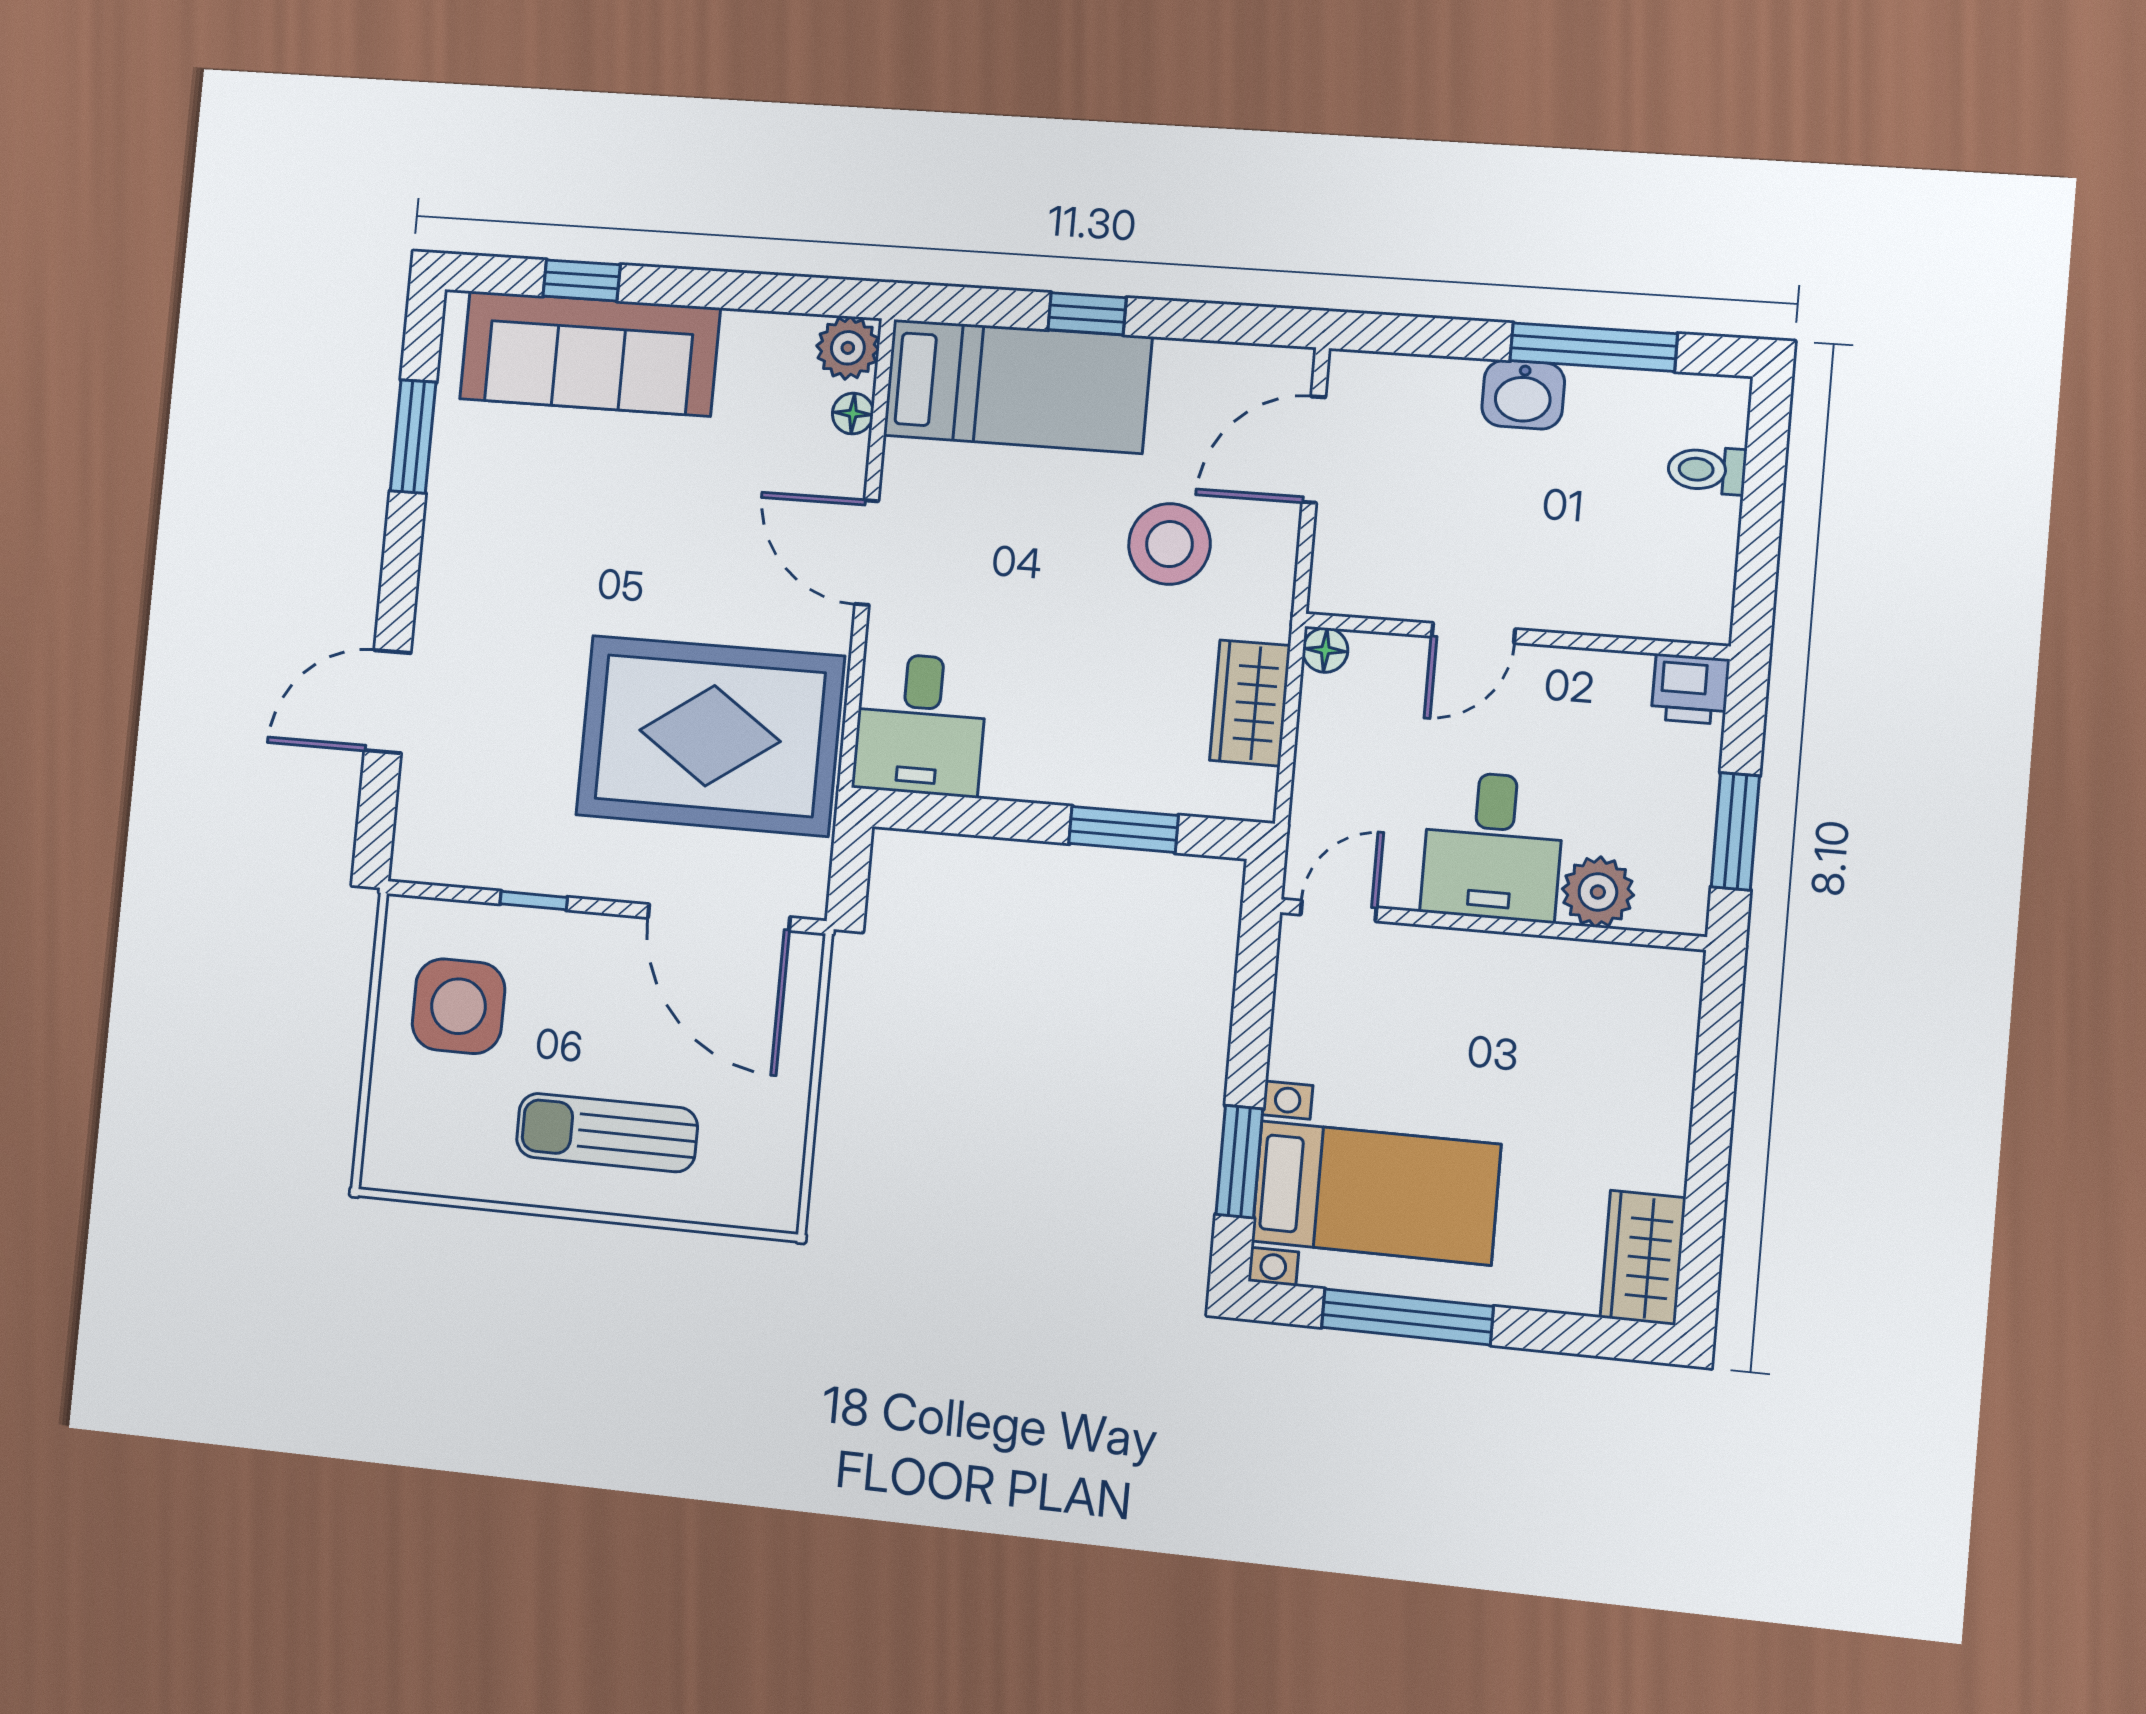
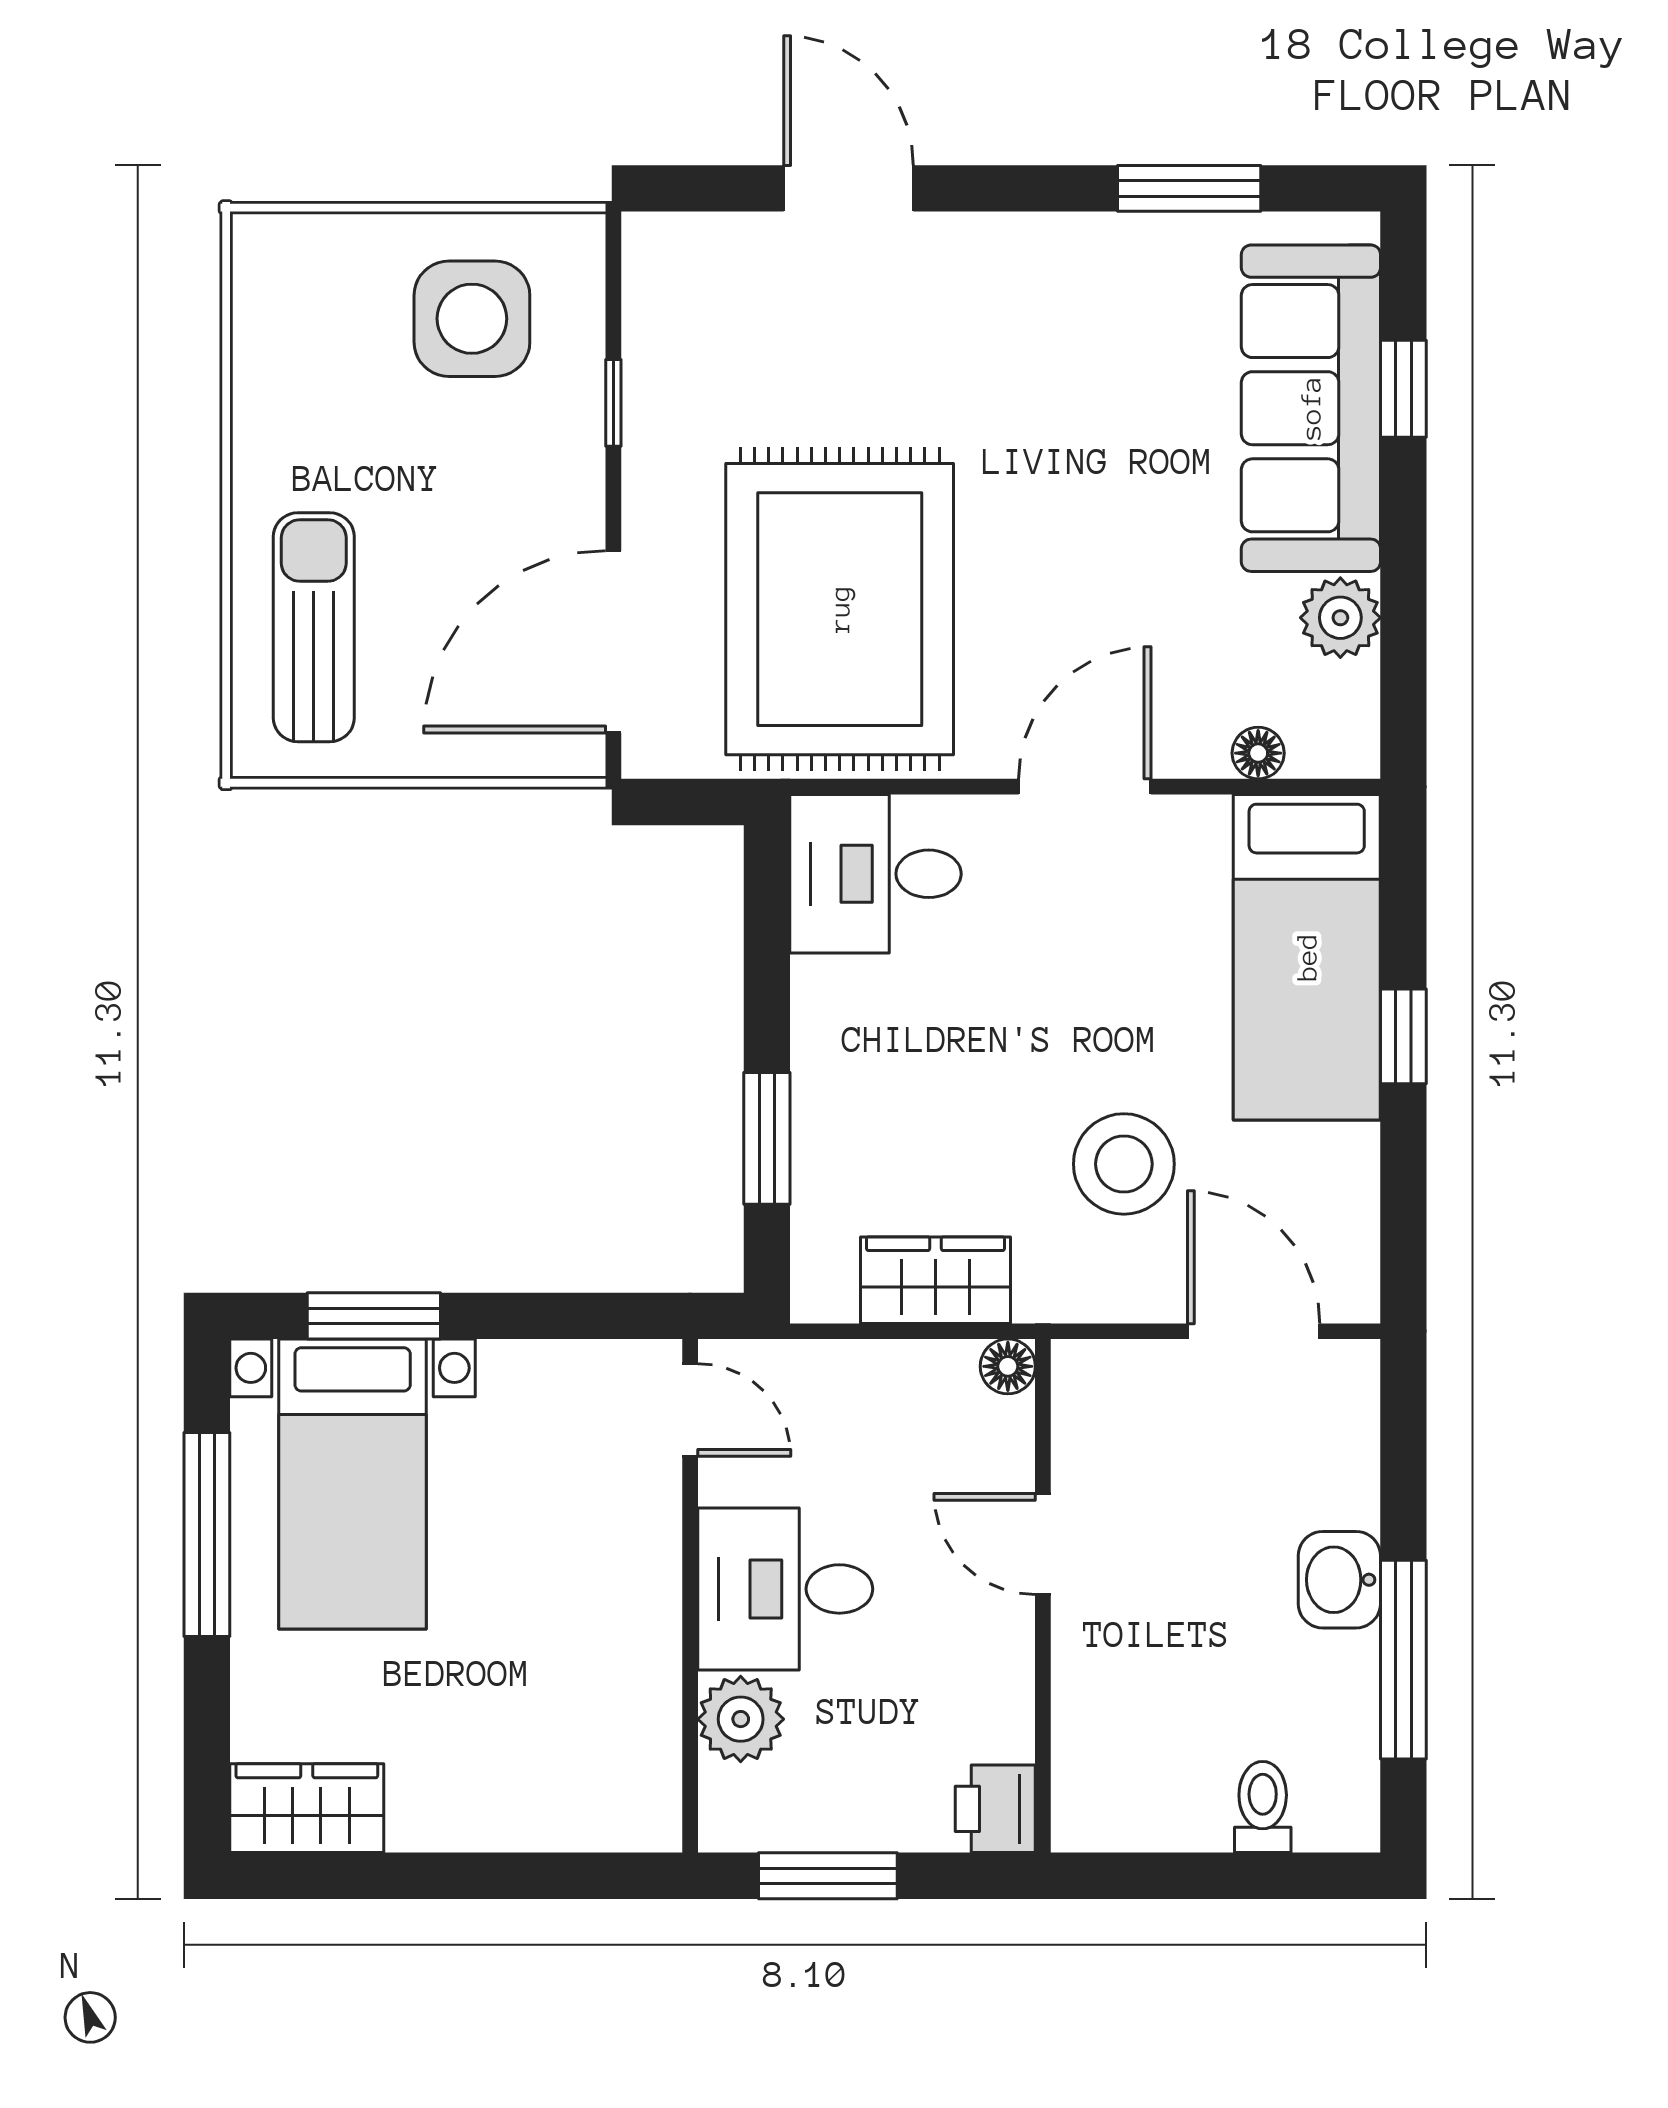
plant: (848, 348) -> (1340, 618), moved
sun lounger: (607, 1133) -> (314, 627), moved

